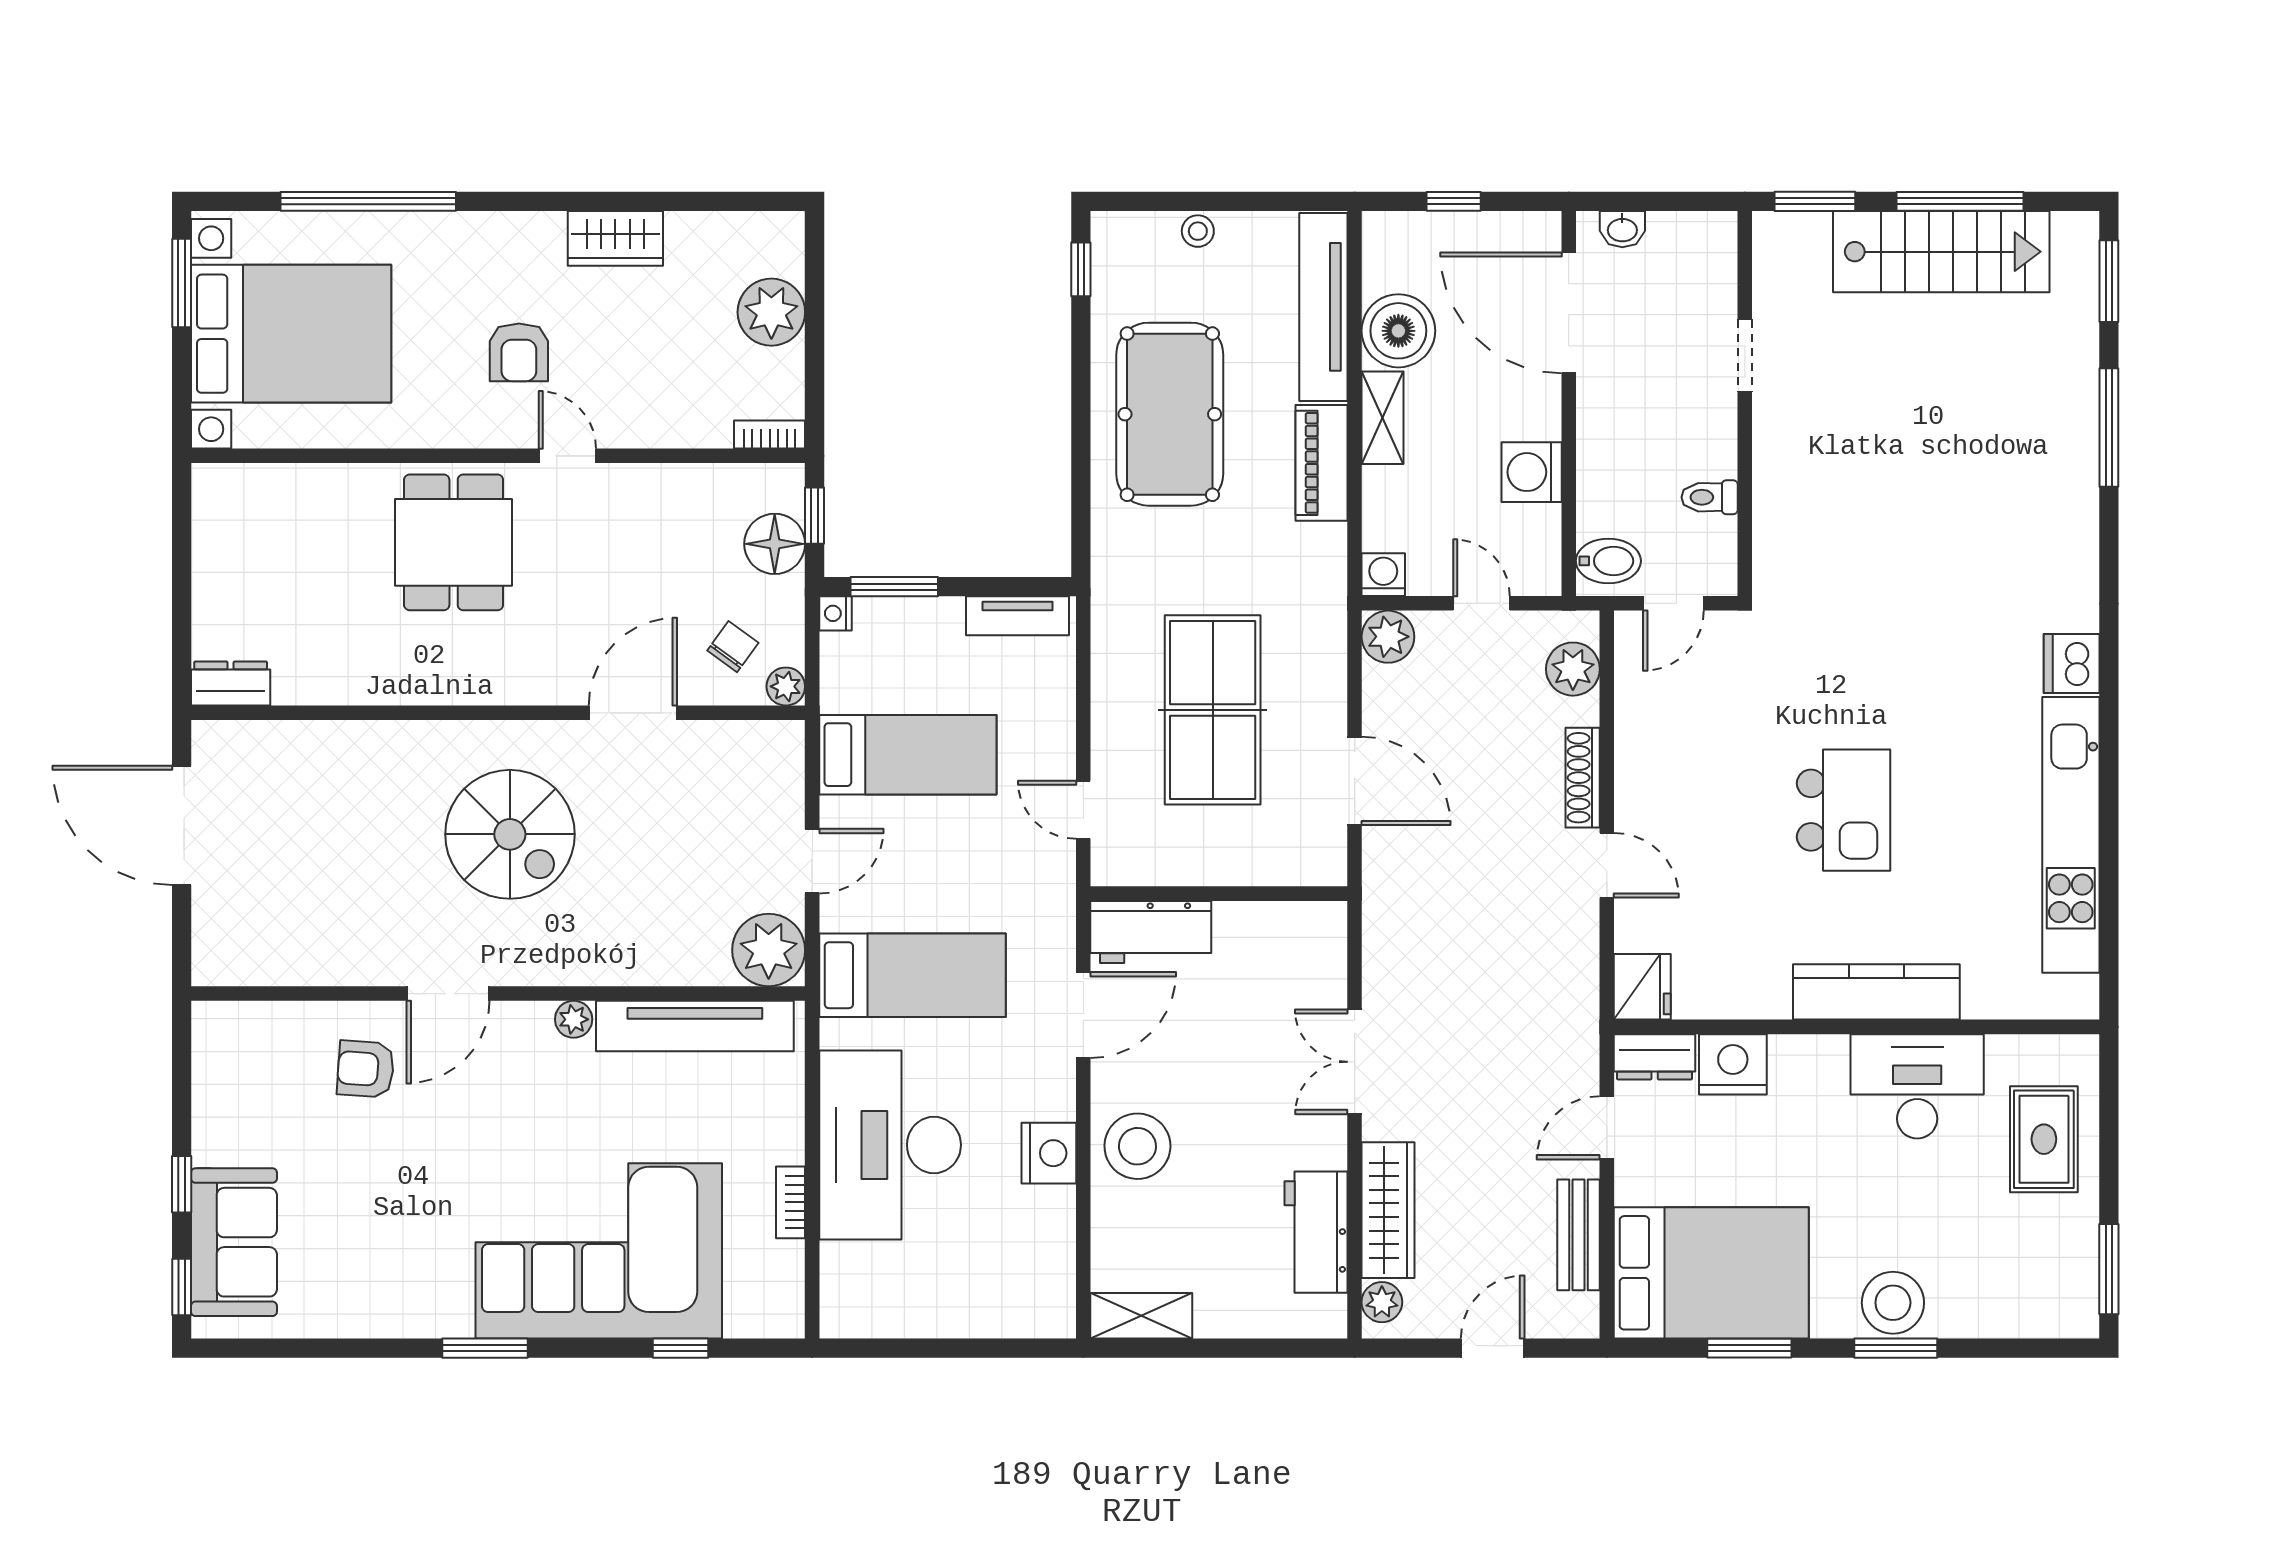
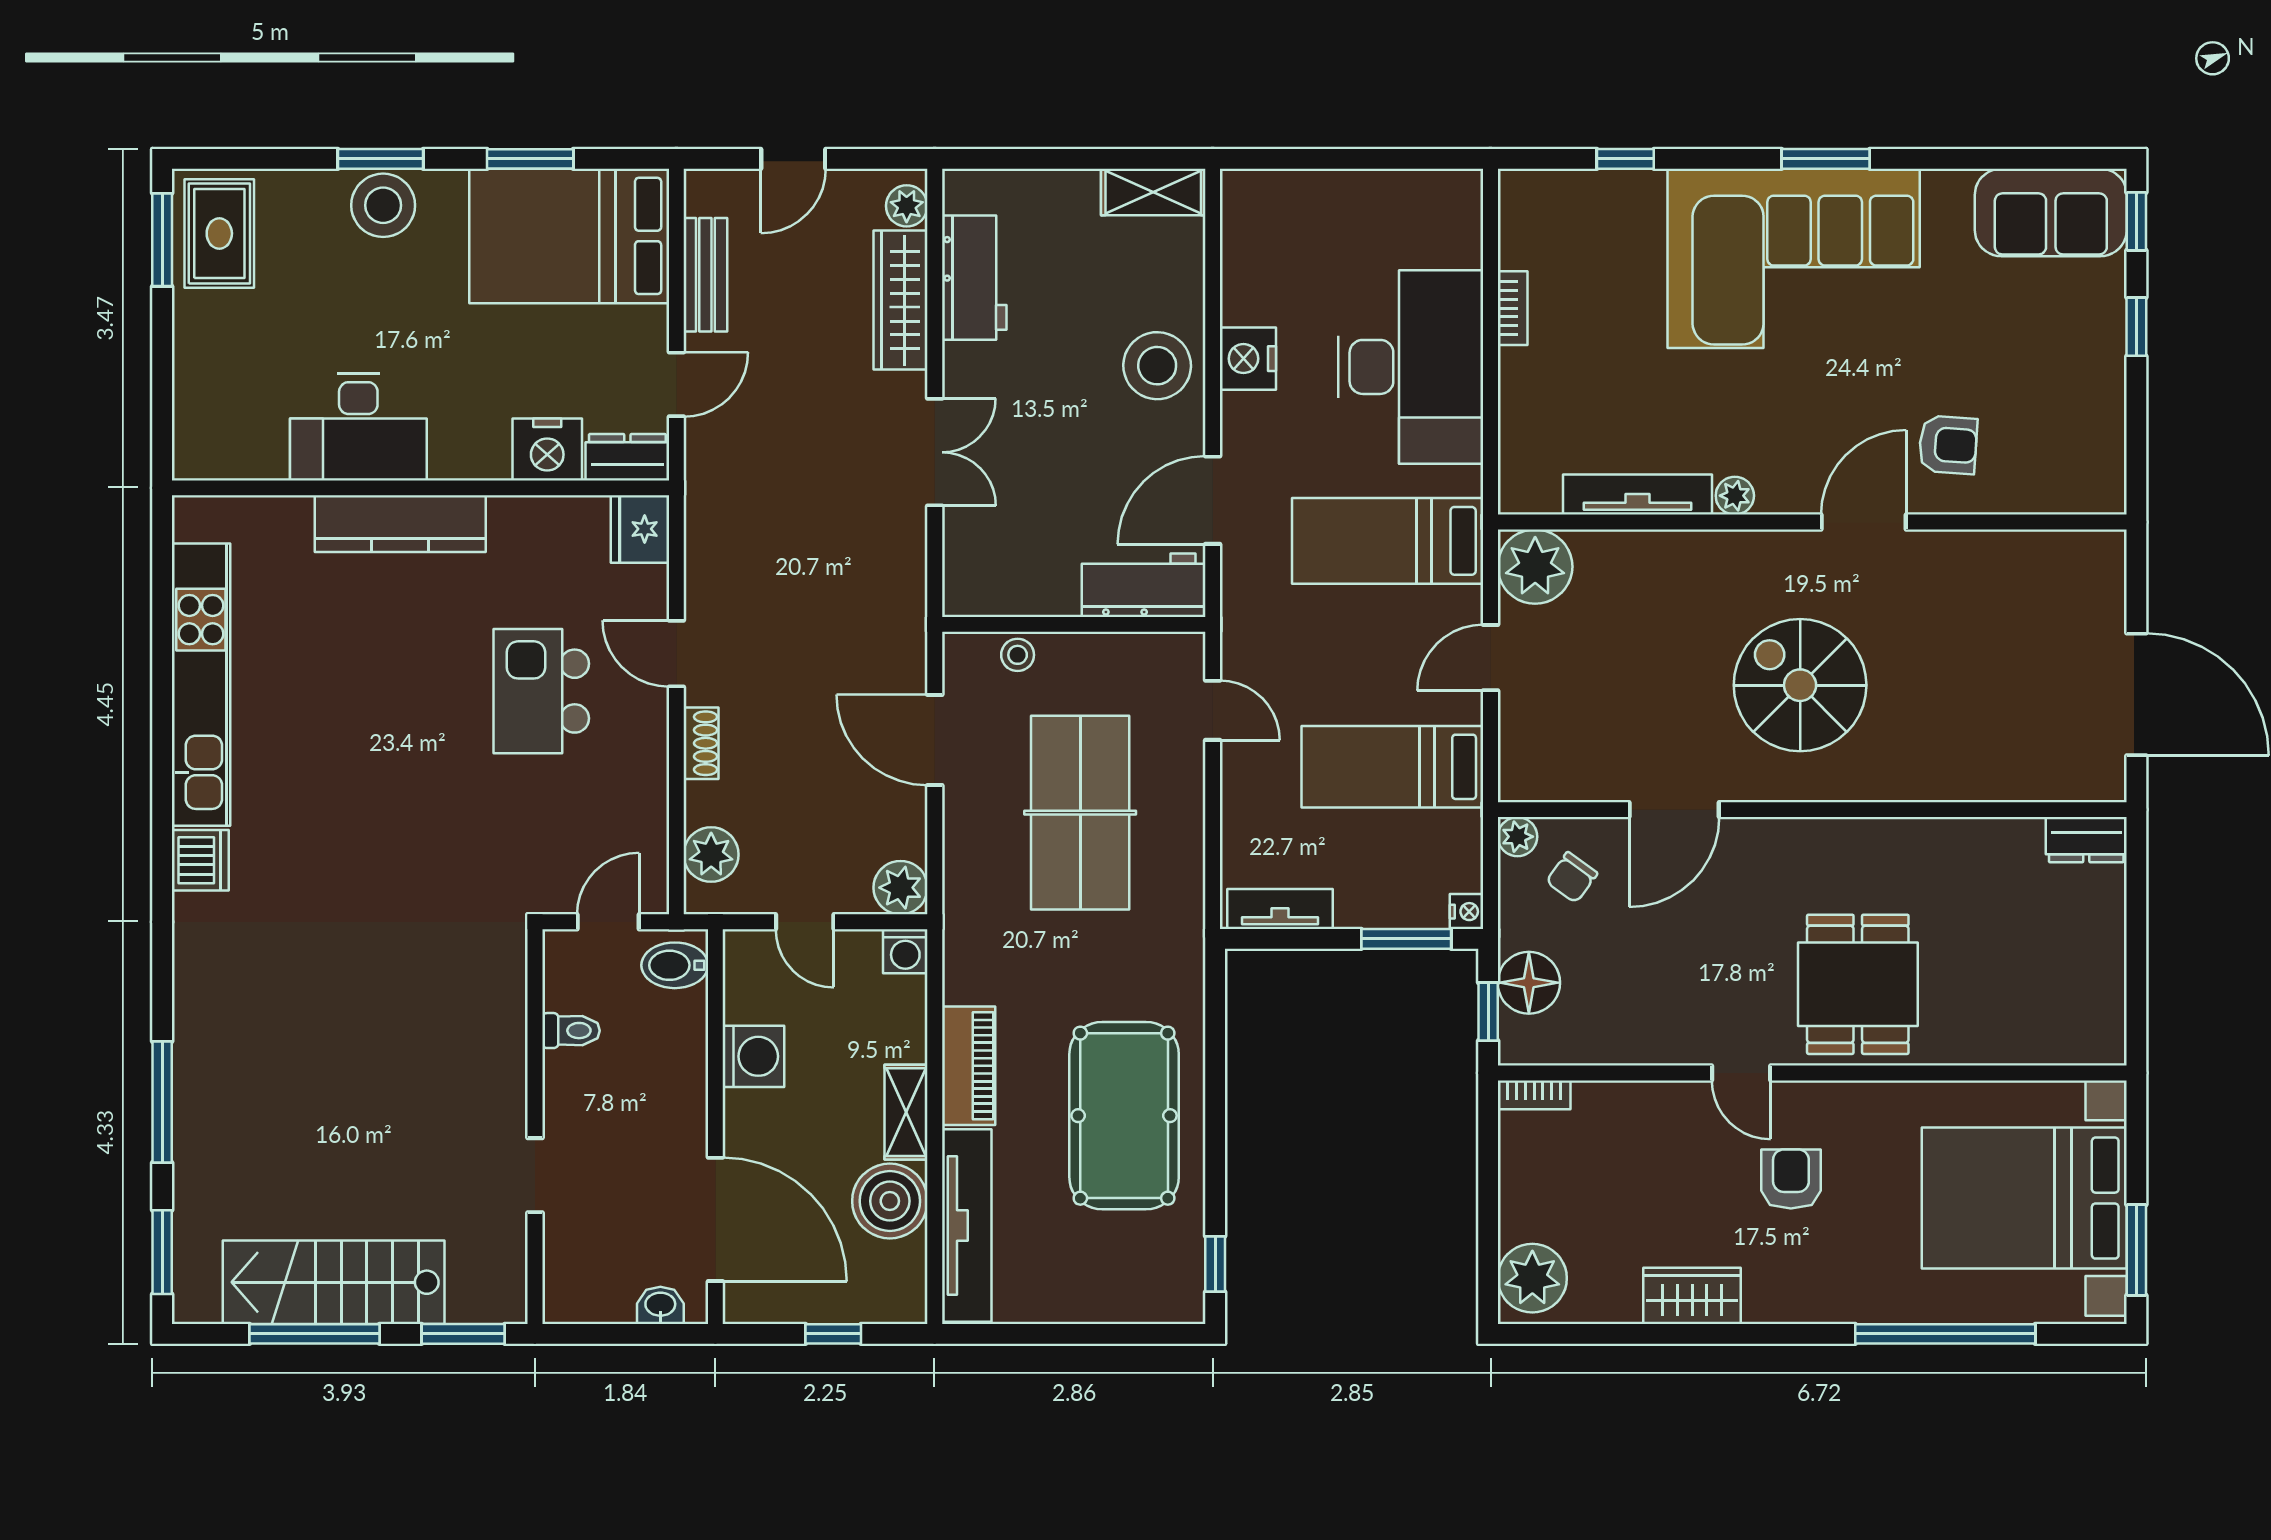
stool: (1198, 231) -> (1018, 655), moved
plant: (771, 312) -> (1532, 1278), moved
shoe rack: (1583, 778) -> (701, 743), width x0.70
kitchen island: (1844, 810) -> (541, 691), moved
tv unit: (695, 1026) -> (1638, 495), width x0.73, depth x0.78
rug: (2044, 1139) -> (219, 233), moved
sofa: (234, 1242) -> (2051, 212), moved, turned -90
corner sofa: (599, 1251) -> (1794, 258), moved

